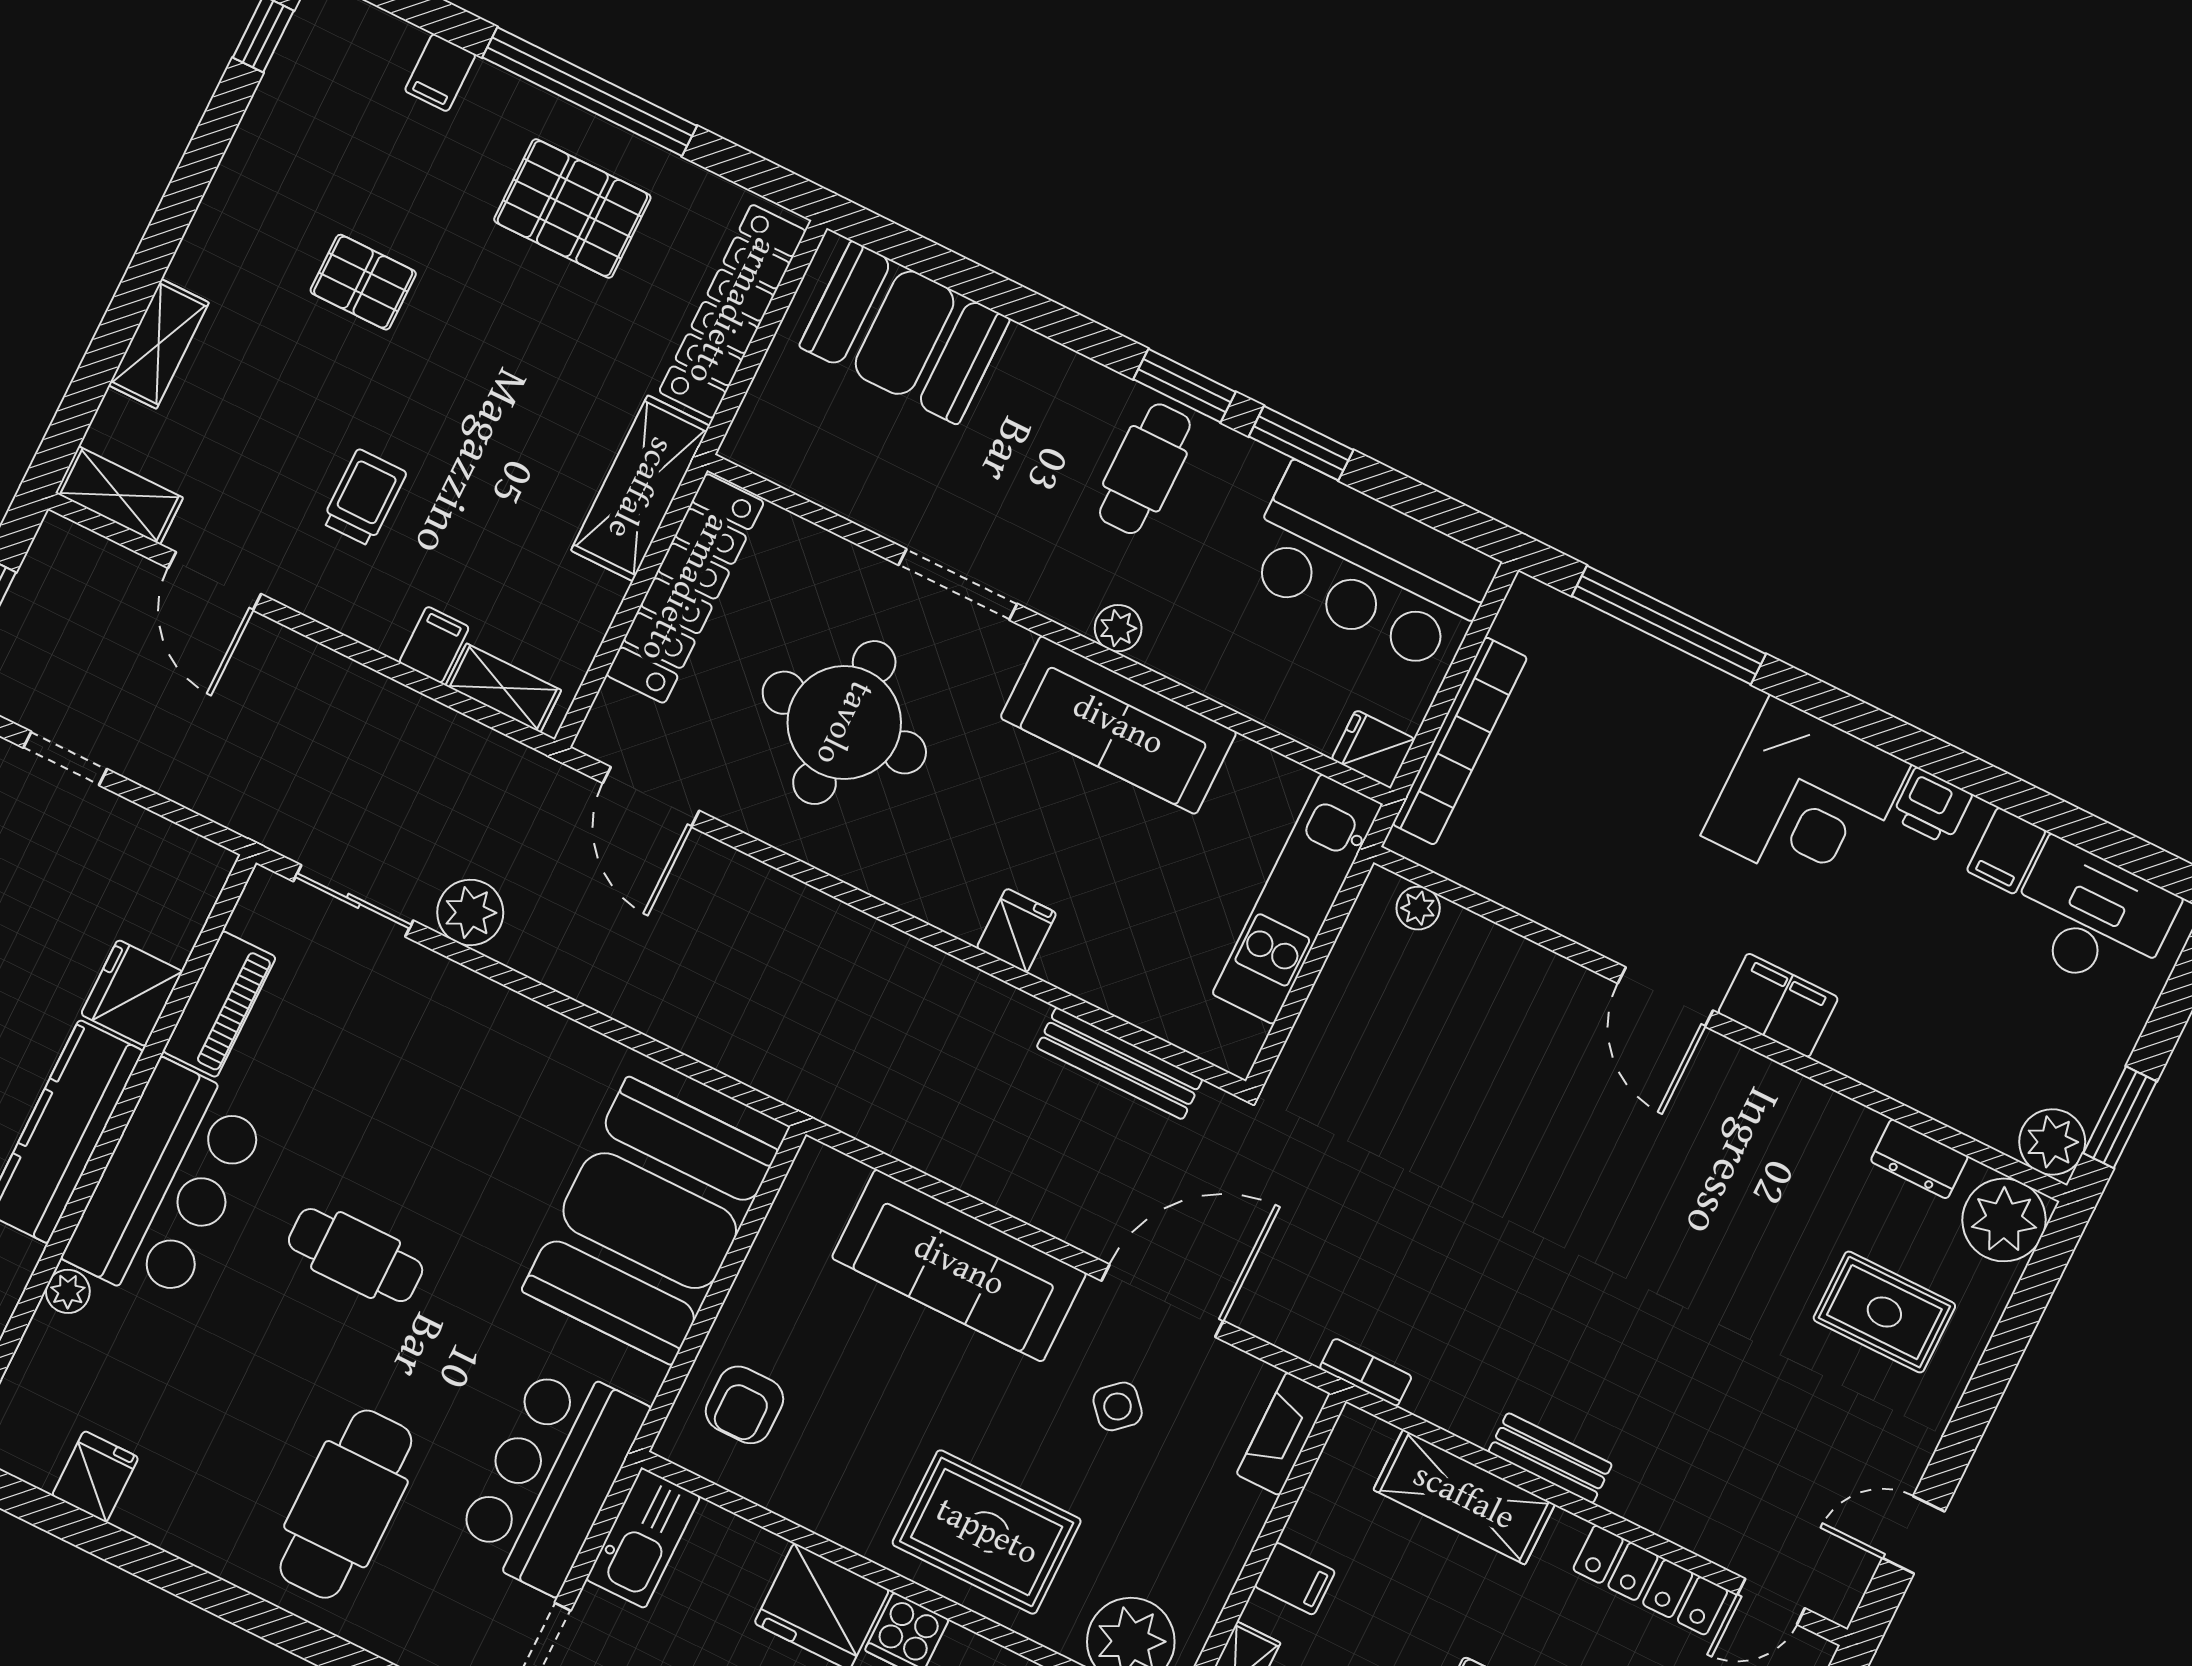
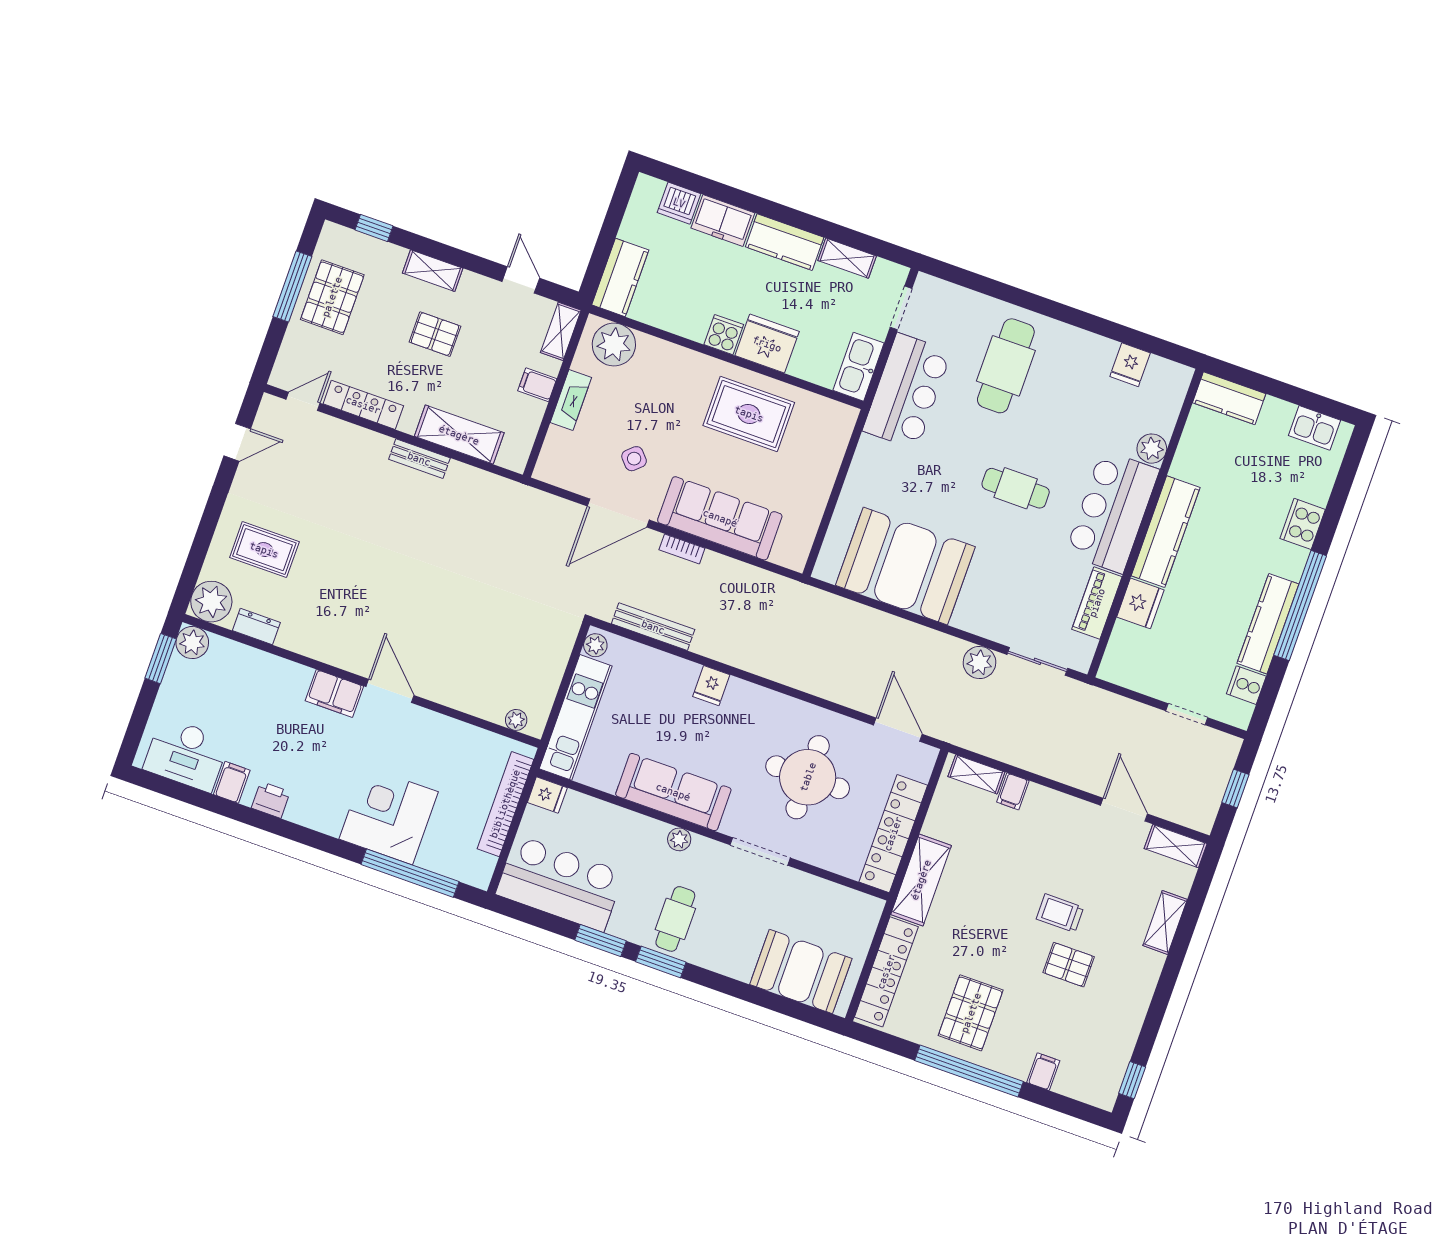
pallet: (572, 209) -> (971, 1013), turned 90
trolley: (364, 498) -> (1060, 913), moved, turned 90
corner desk: (1806, 800) -> (389, 815), moved
plant: (1240, 1040) -> (595, 645), added
booth: (650, 1221) -> (905, 566), moved, turned 90
plant: (68, 1291) -> (1152, 449), width x1.38, depth x1.38
bookcase: (1366, 1372) -> (682, 549), moved
armchair: (744, 1405) -> (817, 438), removed
fireplace: (1283, 1434) -> (571, 400), moved
rug: (987, 1532) -> (749, 414), moved

